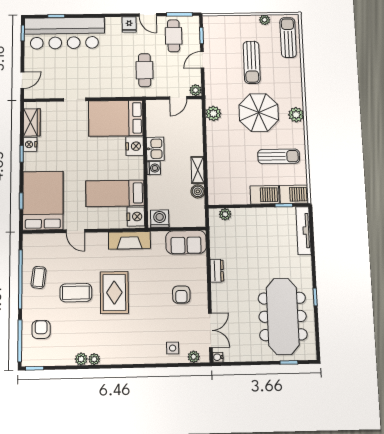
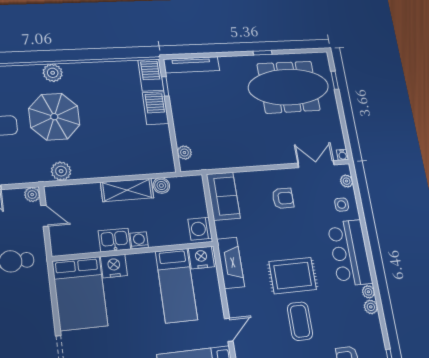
sun lounger: (279, 156) -> (107, 93), removed
shelving: (198, 170) -> (127, 190), width x1.50, depth x1.33
dresser: (217, 271) -> (250, 160), removed
bar counter: (129, 348) -> (350, 253), added

